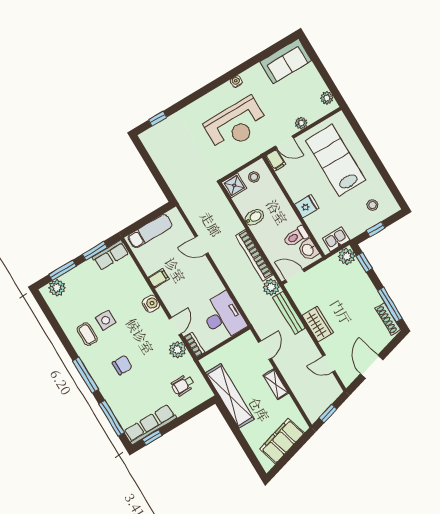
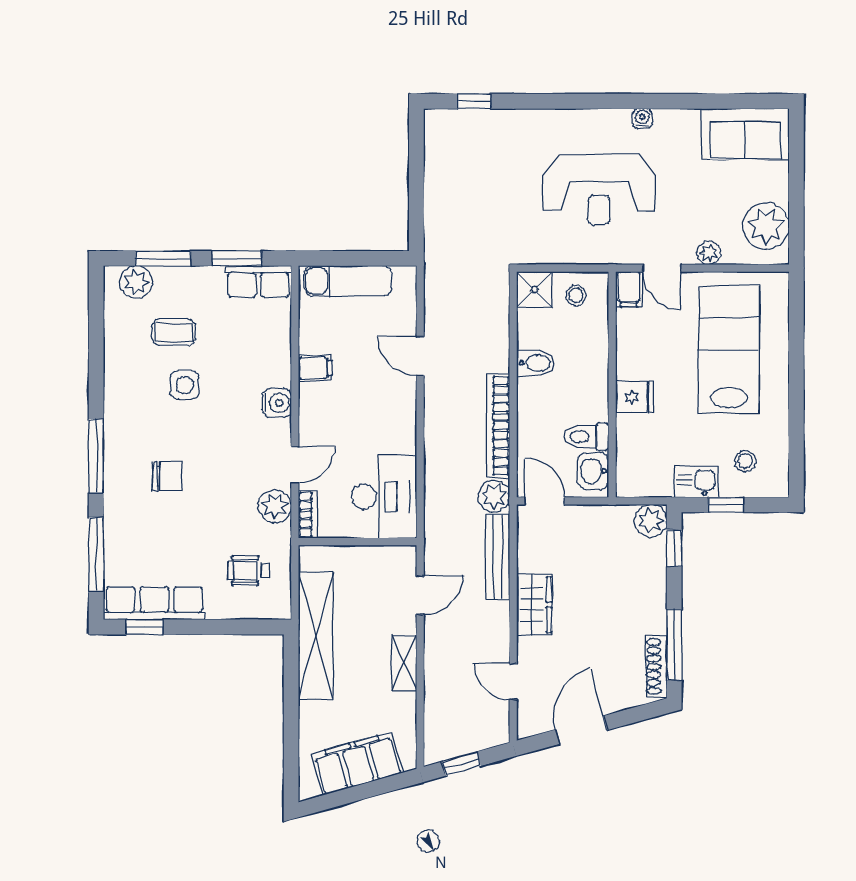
plant: (327, 98) -> (766, 226), width x1.88, depth x1.88
kitchen sink: (336, 239) -> (696, 482), moved
coffee table: (87, 334) -> (174, 332), moved, turned 90

